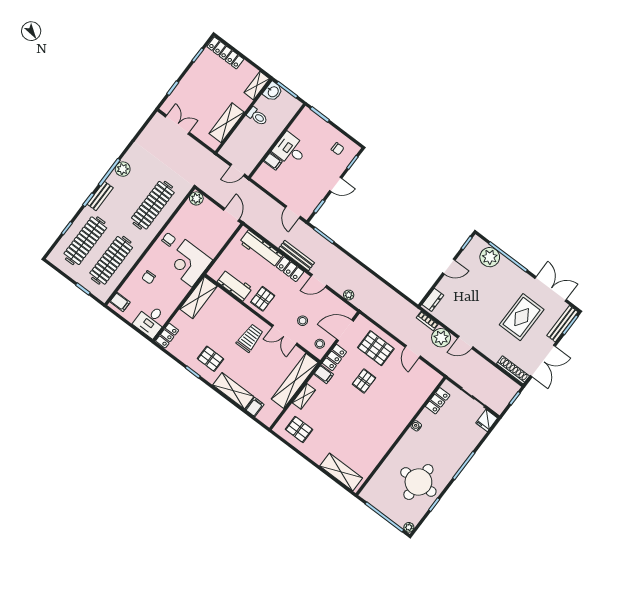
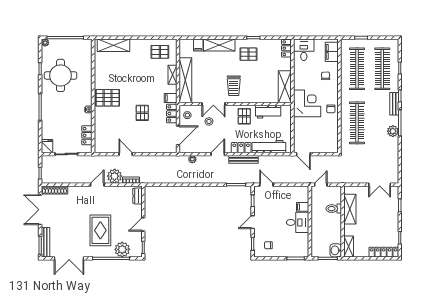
toilet: (257, 116) -> (334, 209), moved
plant: (196, 198) -> (333, 148), removed
filing cabinet: (120, 302) -> (332, 52), width x2.00
rug: (522, 317) -> (100, 230), moved
double door: (285, 335) -> (213, 104), swing flipped
pallet: (376, 348) -> (108, 98), moved

